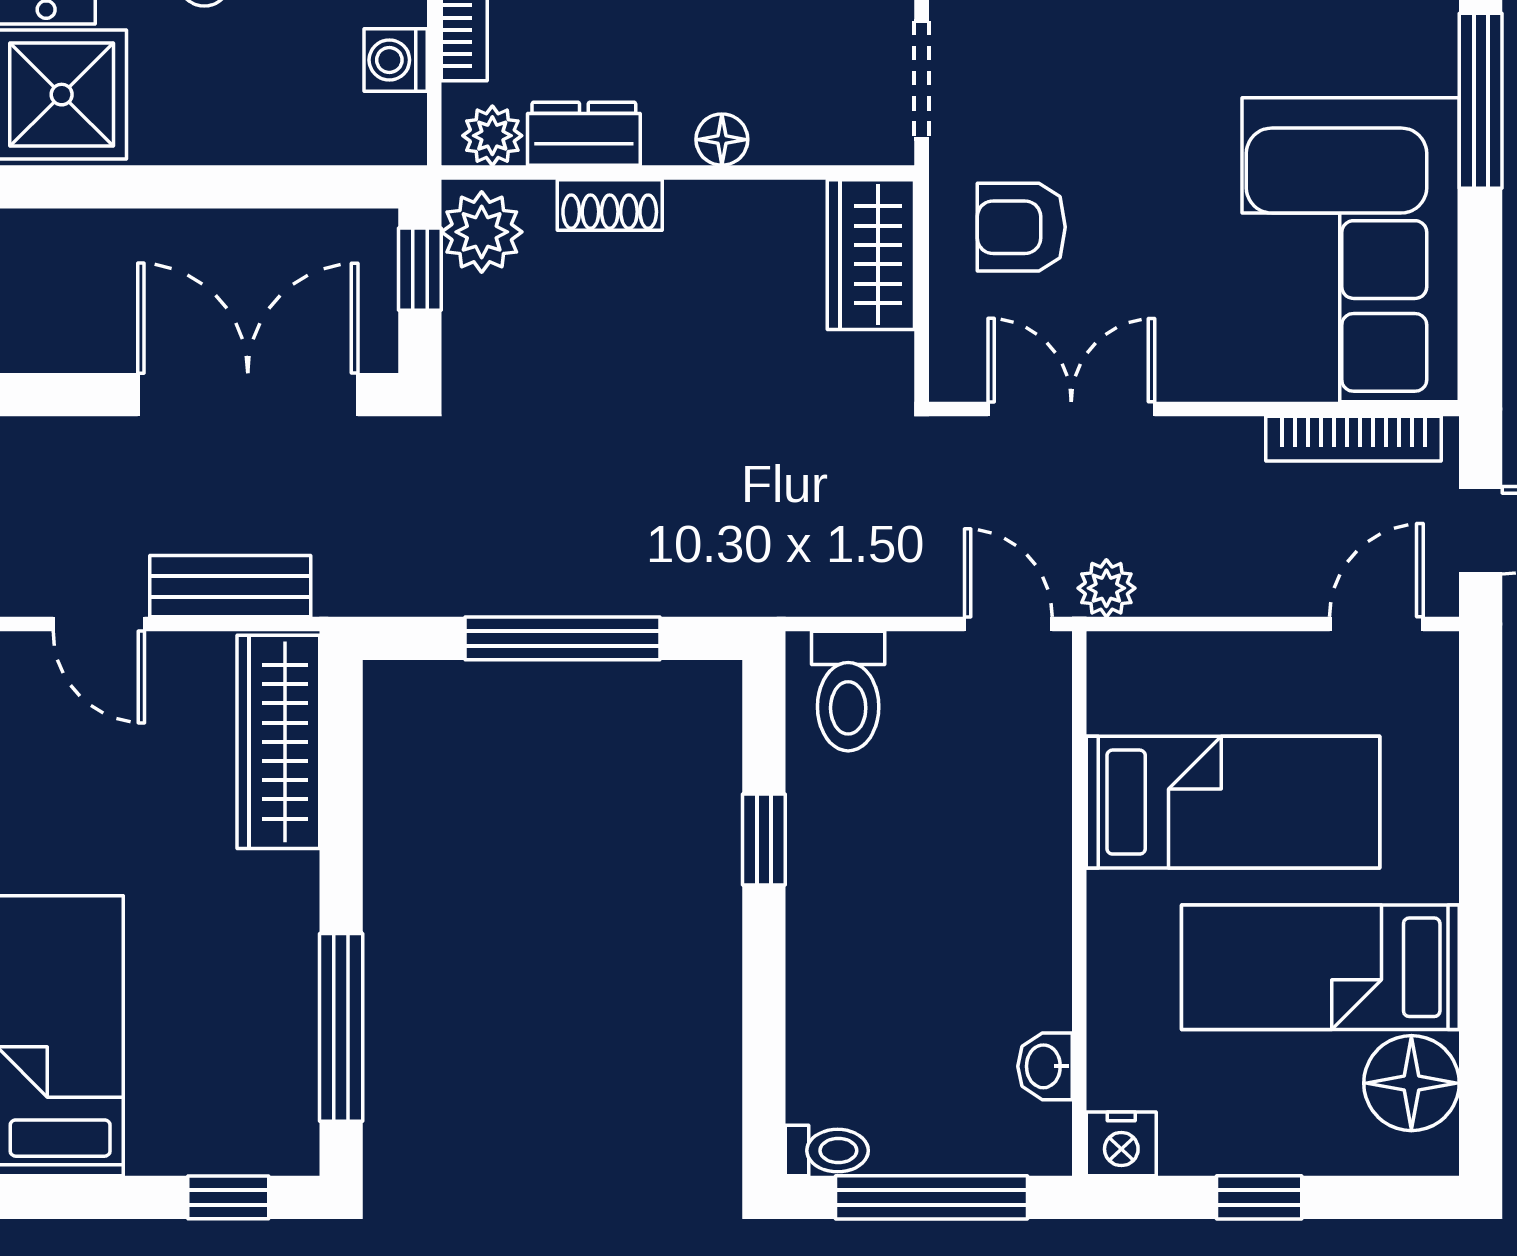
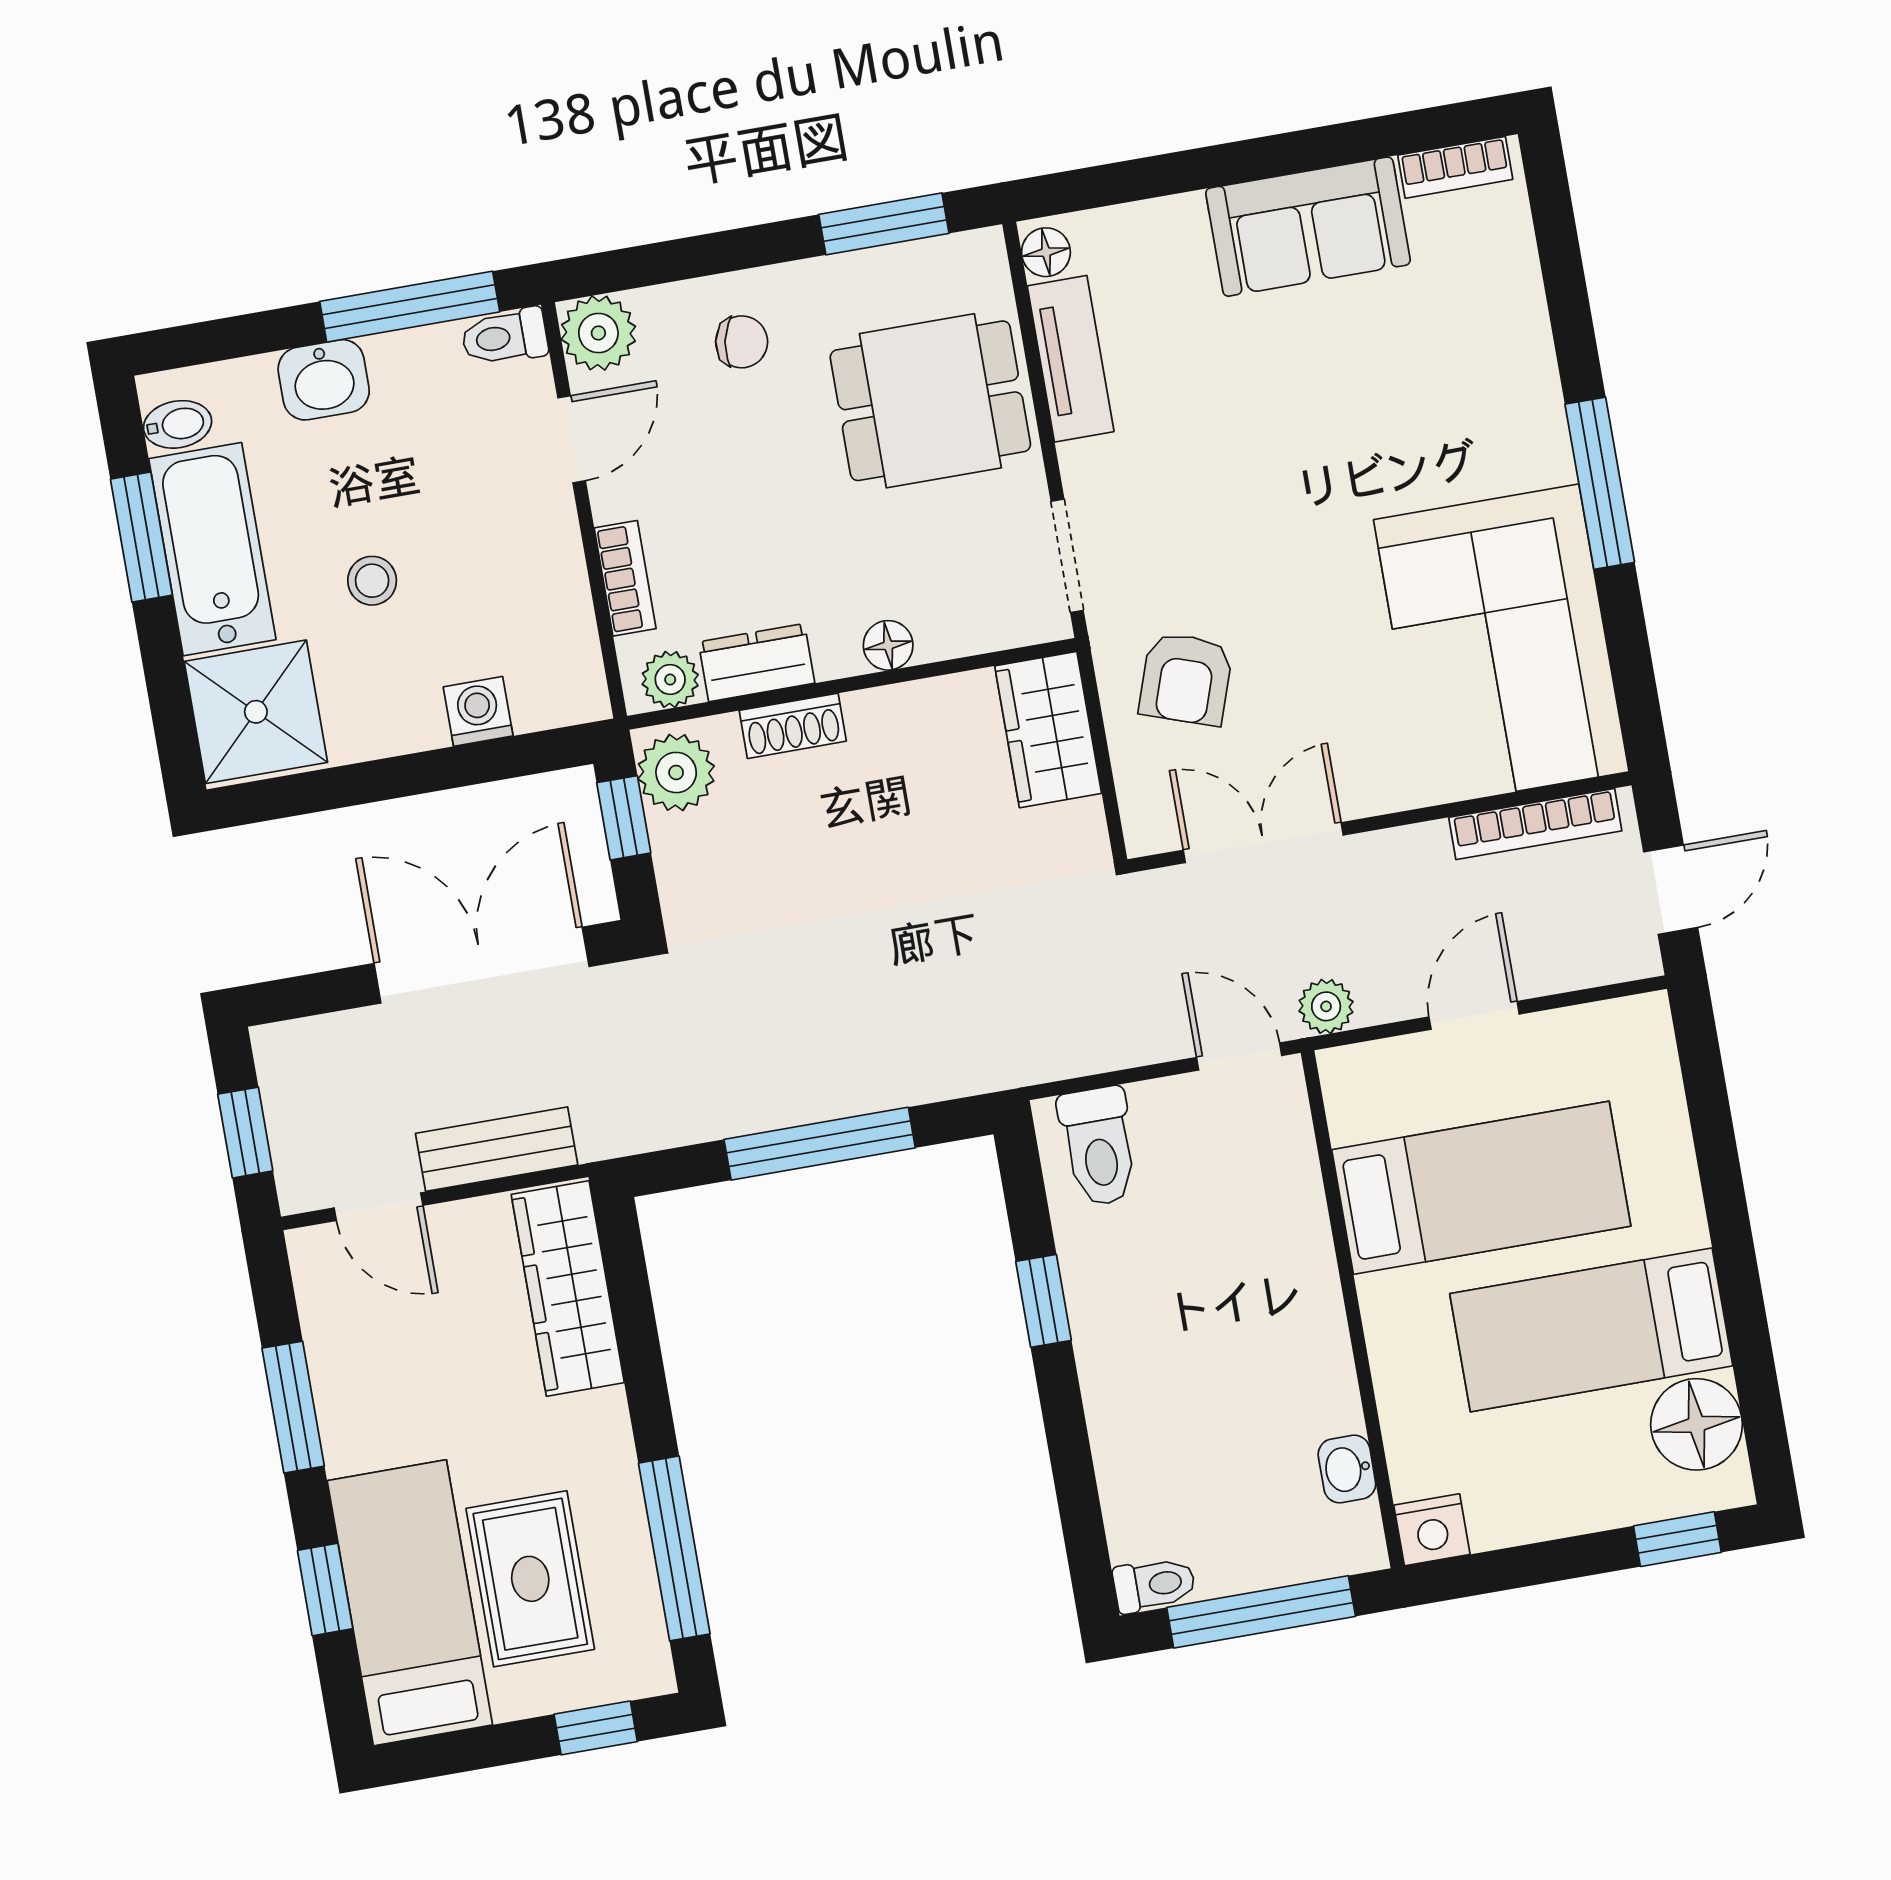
washing machine: (396, 60) -> (478, 711), moved, turned 90
armchair: (1021, 227) -> (1186, 679), turned -71
door: (1376, 624) -> (1474, 1015), moved
rug: (188, 1033) -> (530, 1579), added
window: (1259, 1197) -> (1677, 1539), moved

